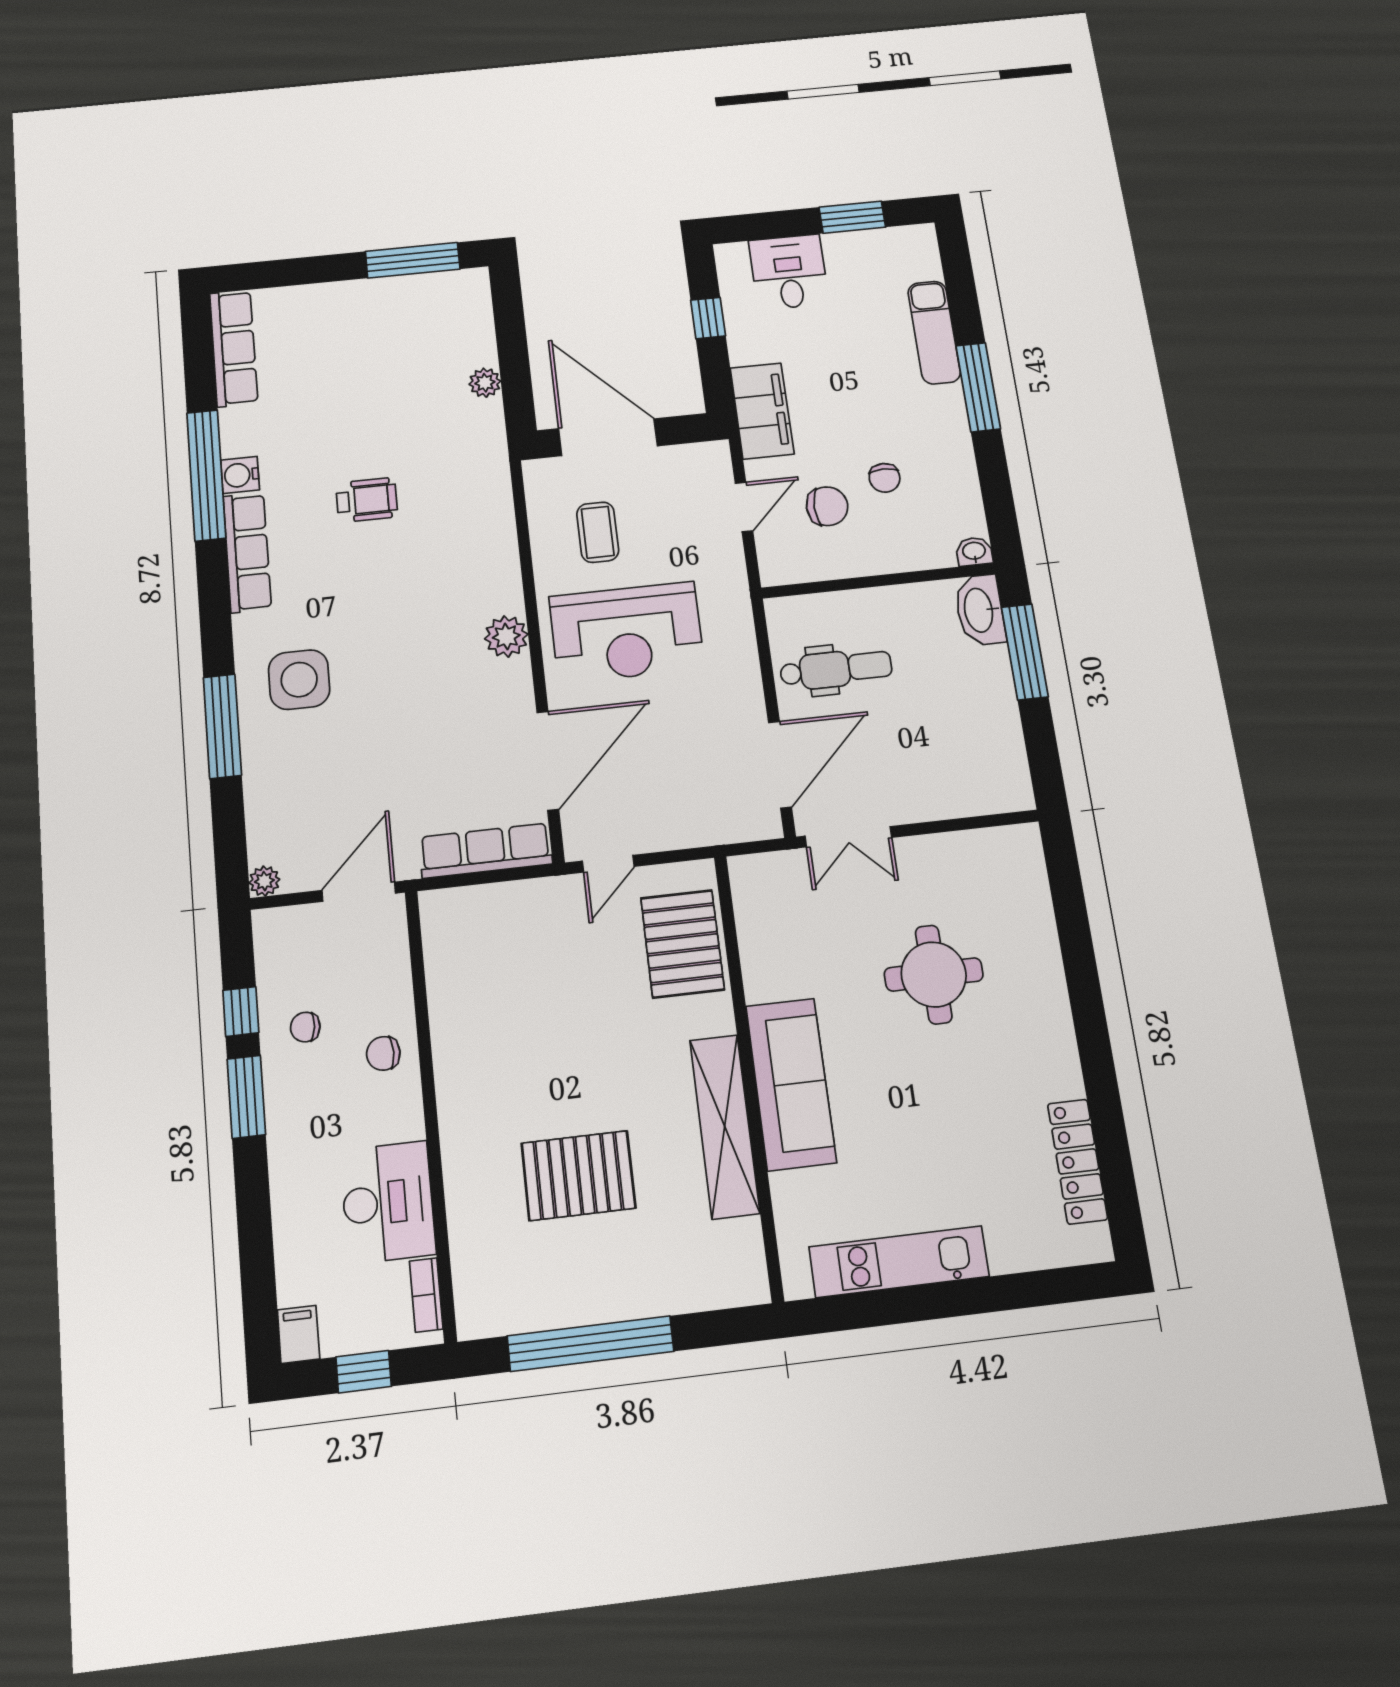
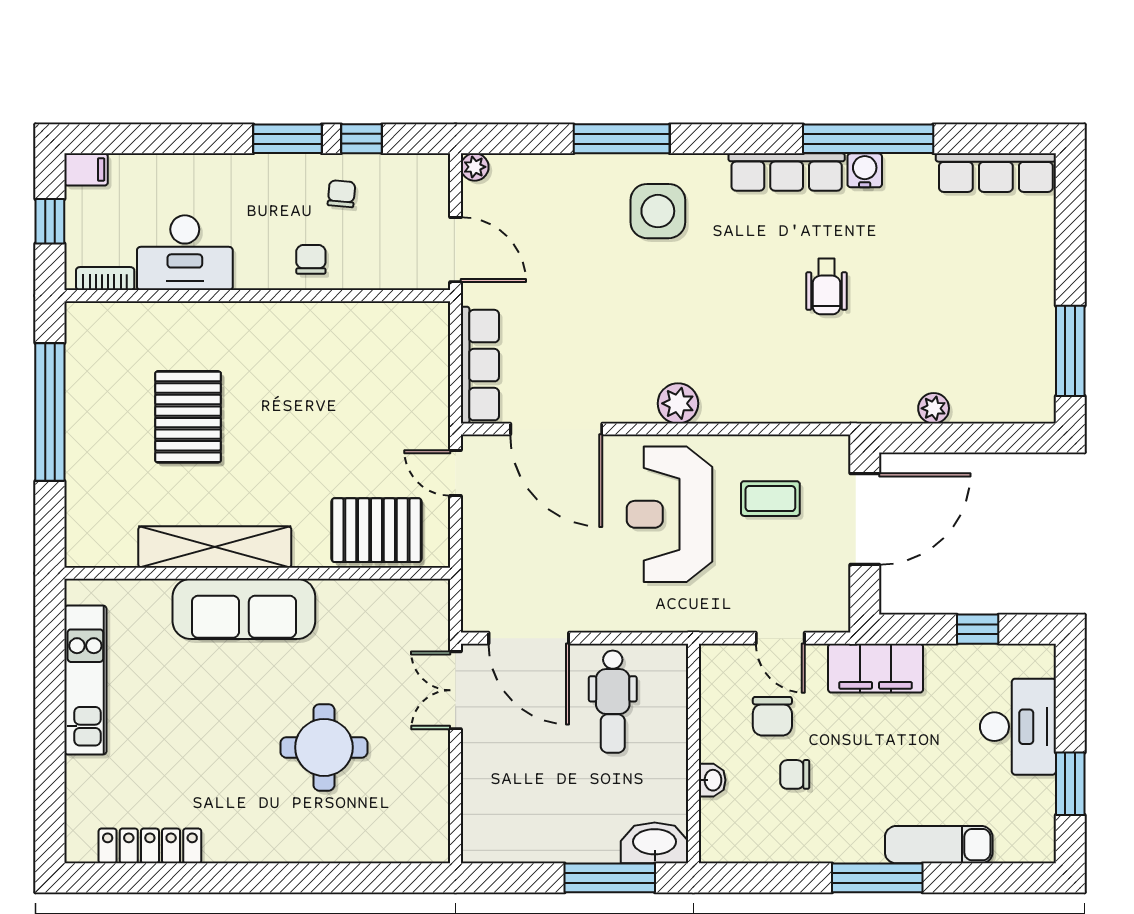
desk: (789, 272) -> (1018, 727), width x1.37
washbasin: (974, 552) -> (712, 780), moved

